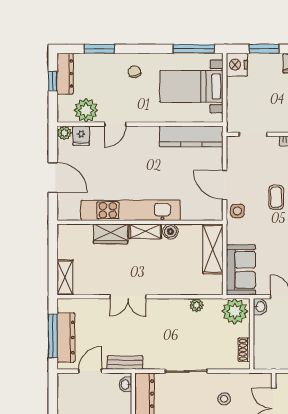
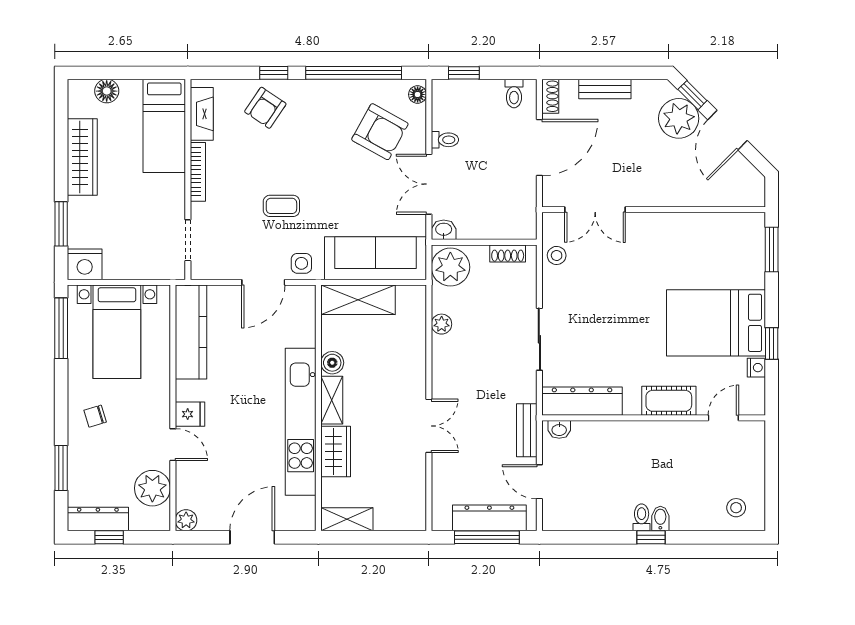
fridge: (81, 136) -> (190, 414), moved
sofa: (241, 270) -> (376, 258), width x1.36
shelving: (65, 277) -> (347, 519), moved
stool: (224, 399) -> (557, 255), moved

